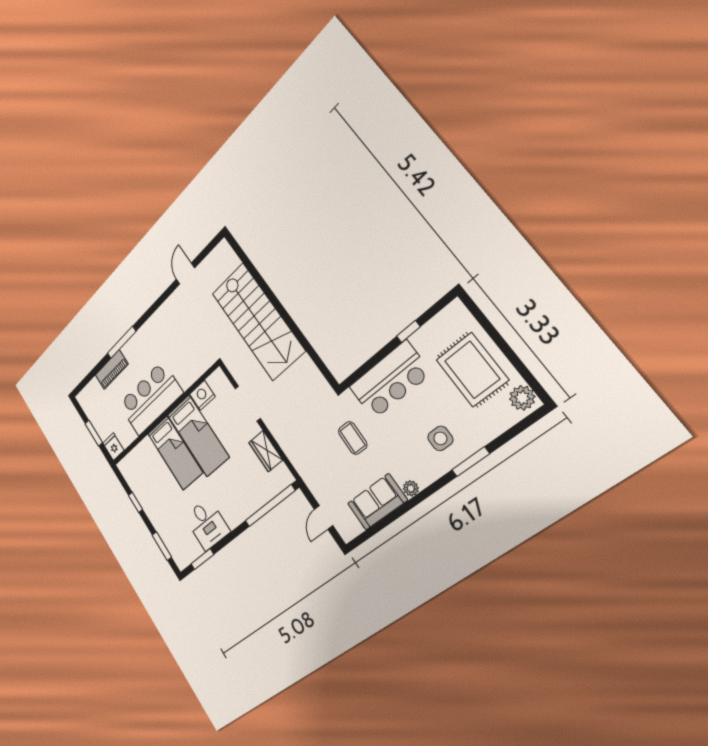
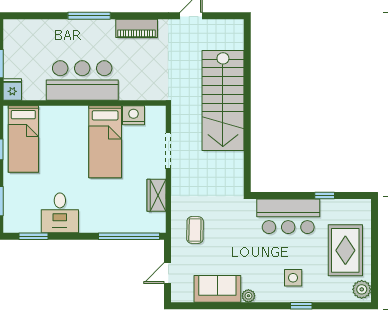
piano: (112, 370) -> (137, 28), moved
coffee table: (353, 438) -> (195, 230), moved
bed: (175, 453) -> (23, 139), moved
window: (471, 462) -> (301, 306), width x0.67

